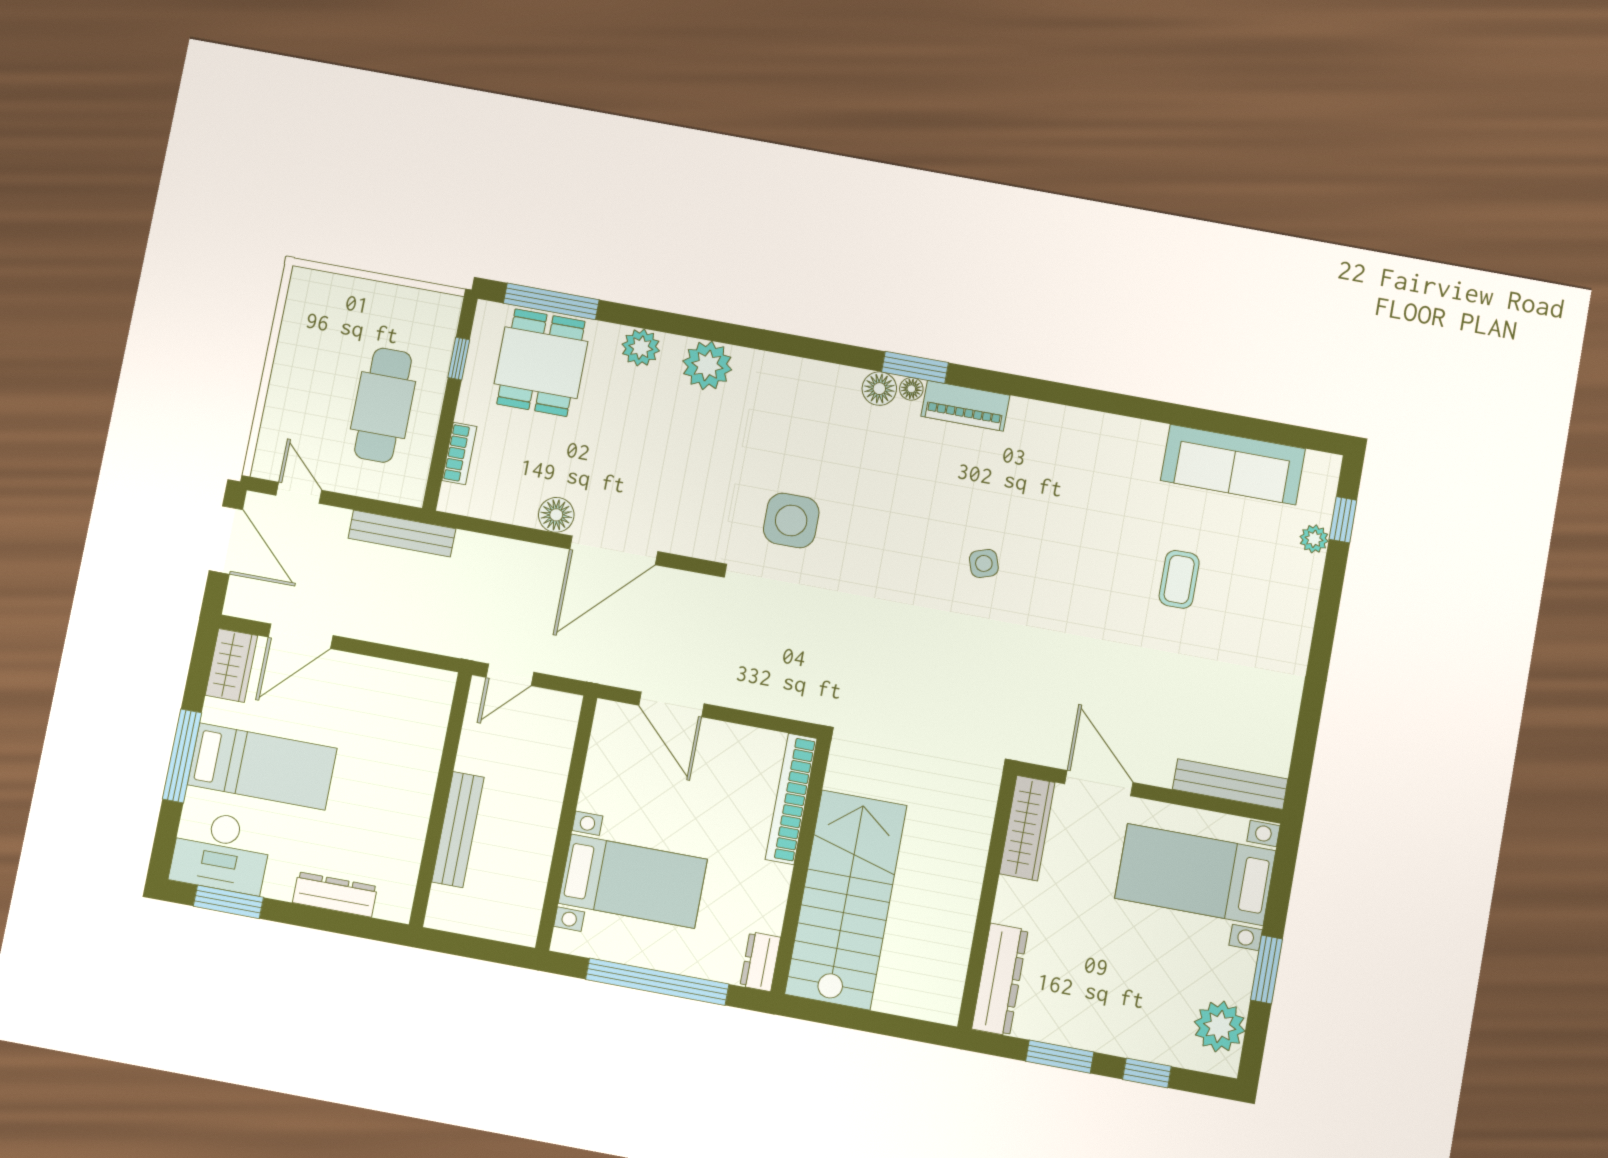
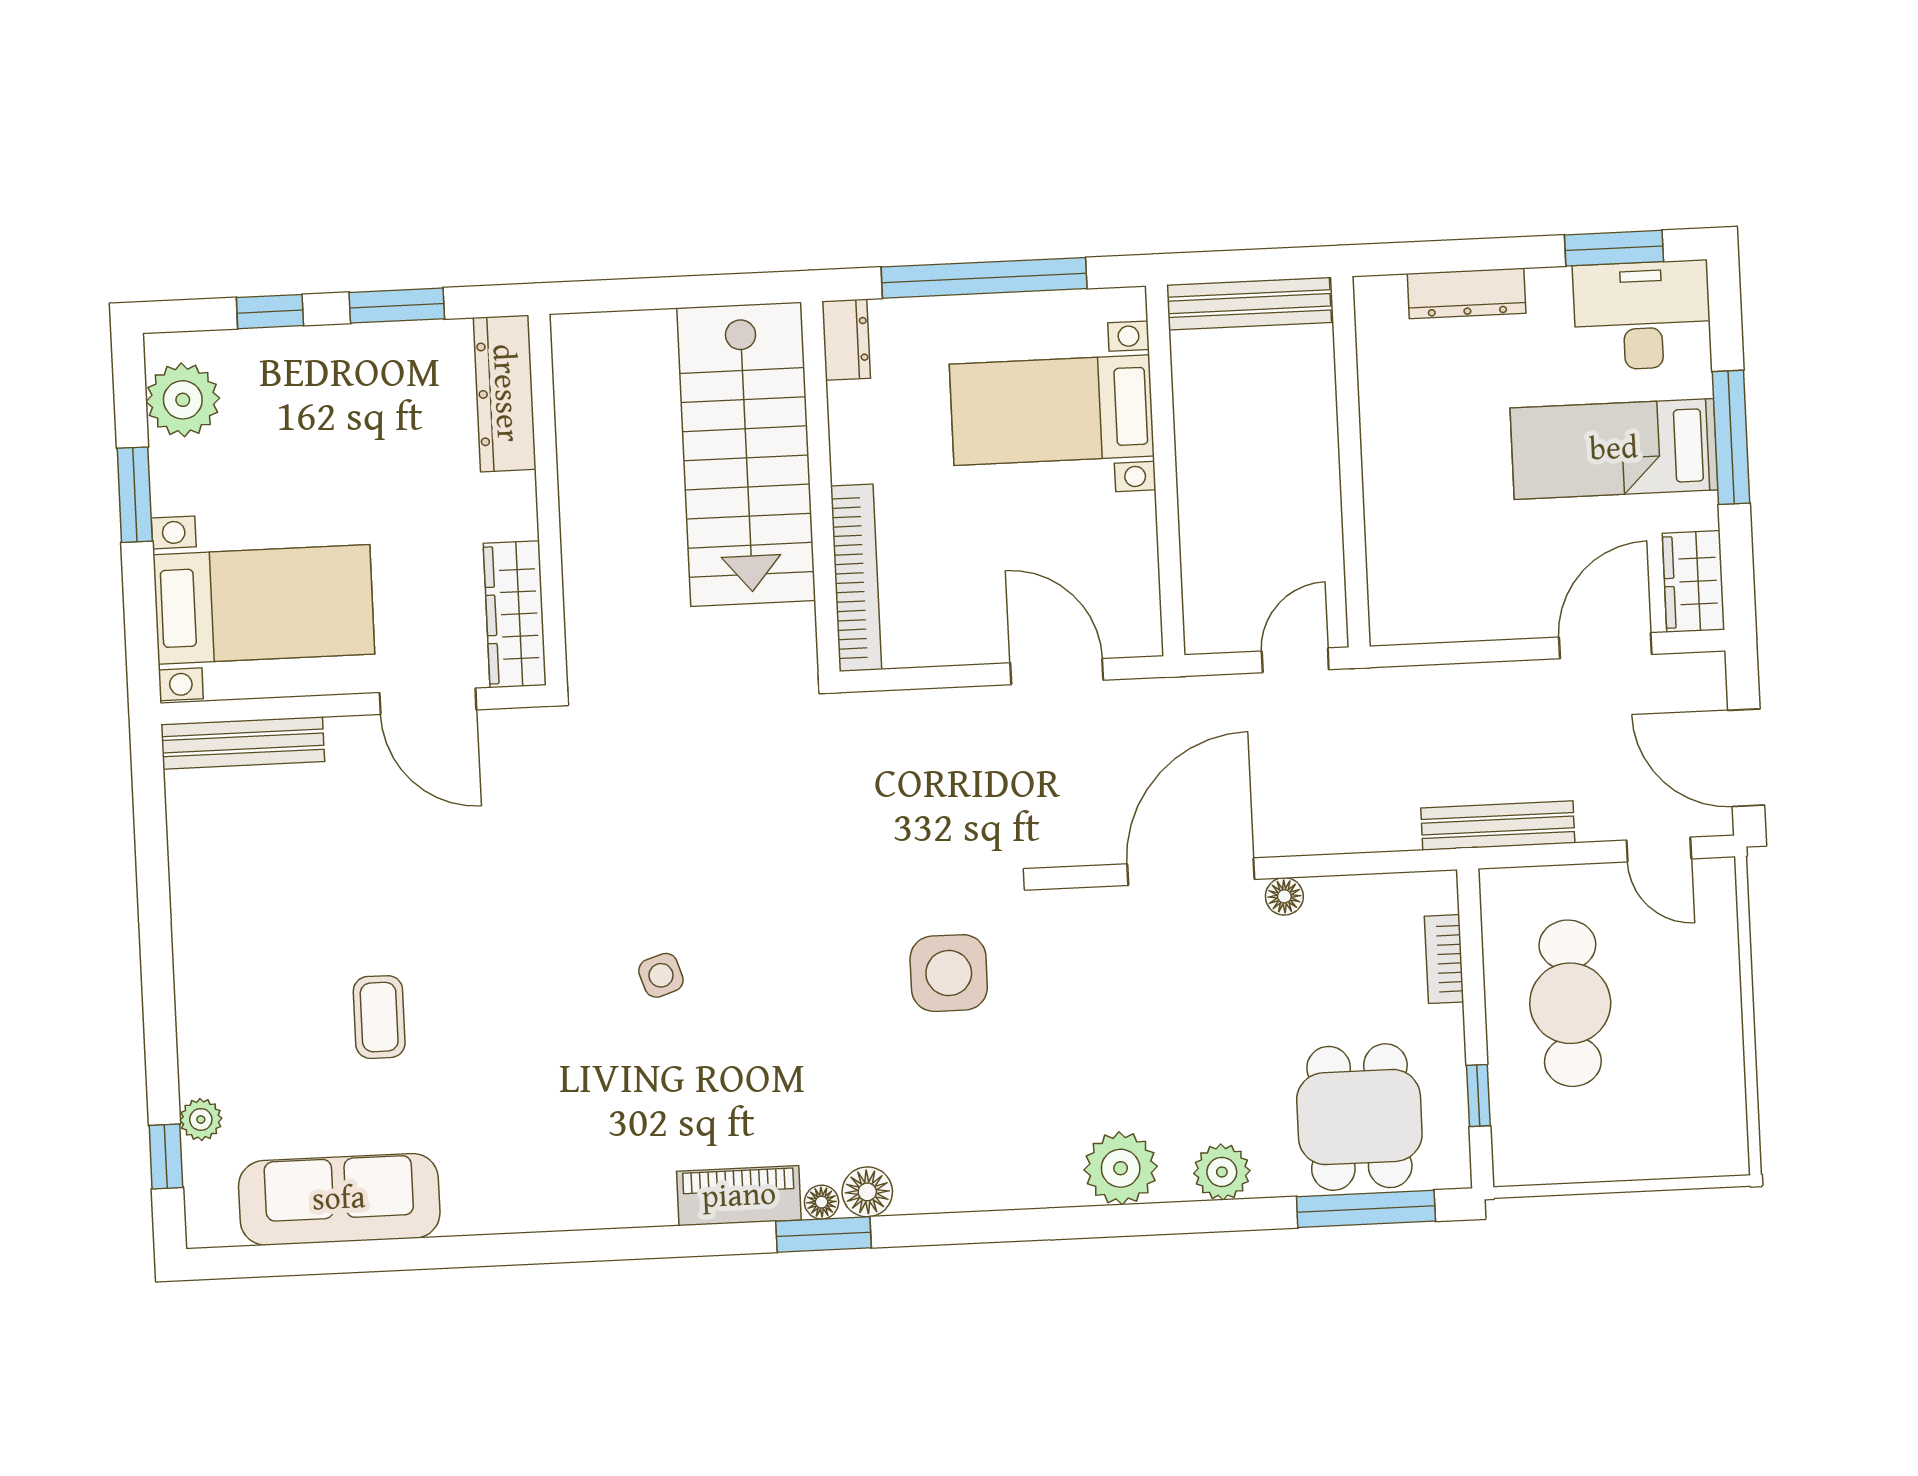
floor lamp: (556, 515) -> (1284, 896), width x0.73, depth x0.73
bench: (458, 830) -> (1249, 304), moved, turned 90

